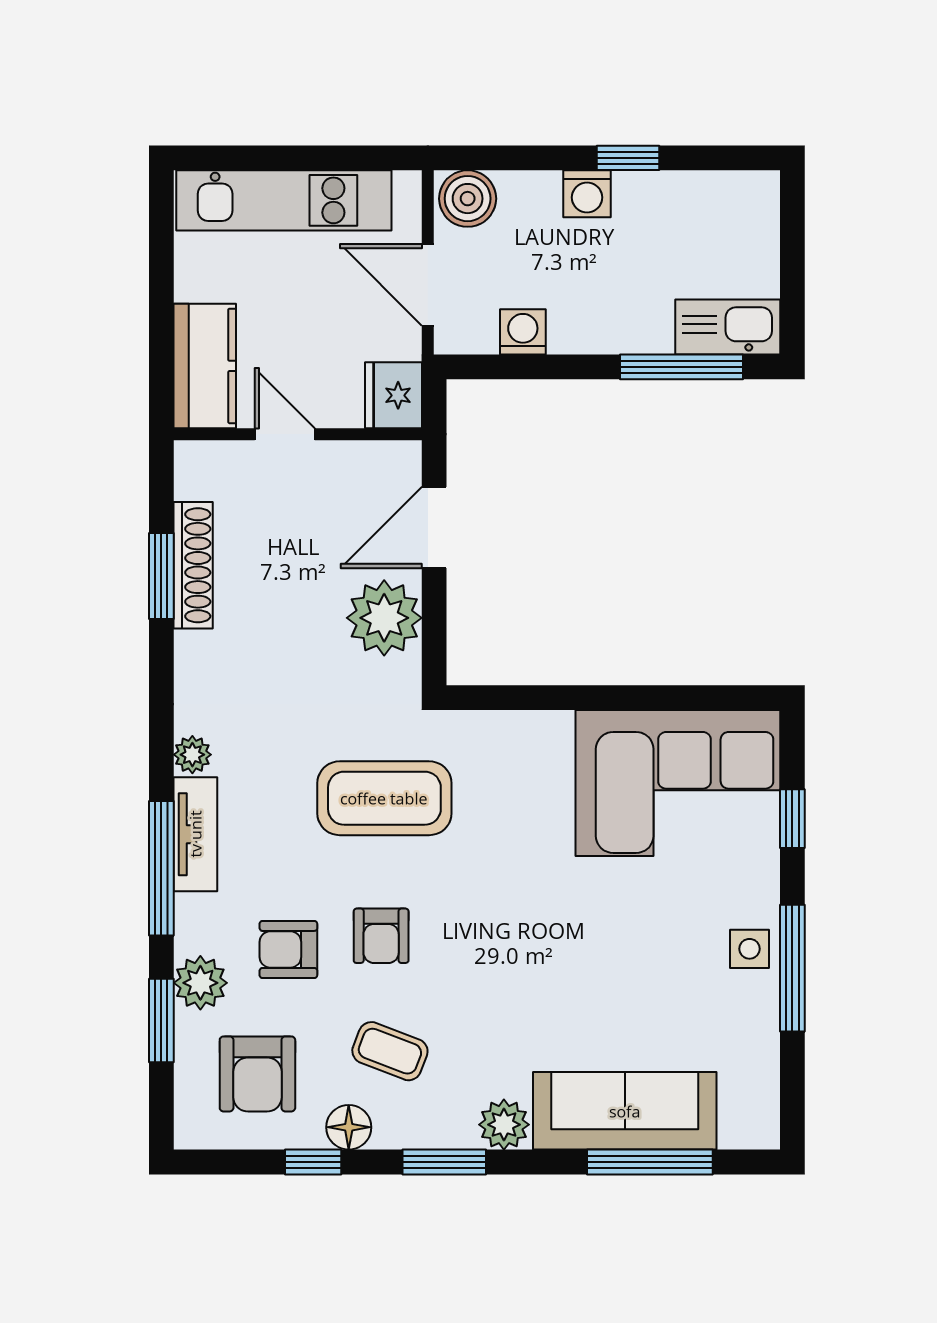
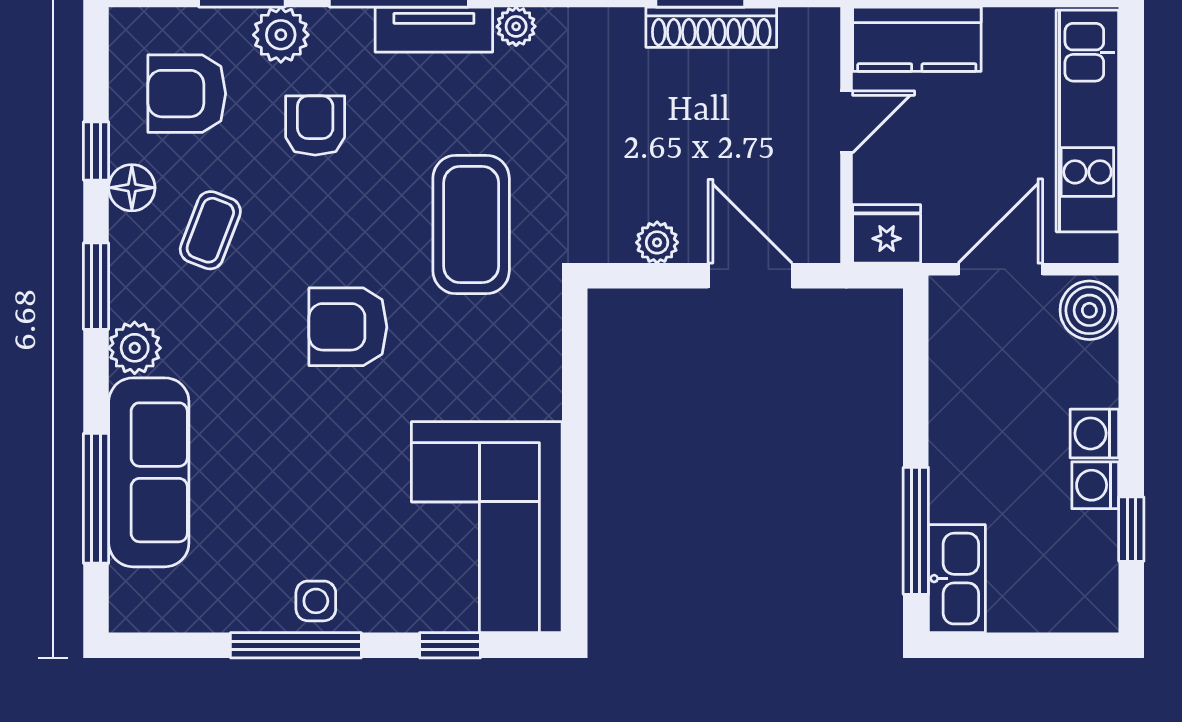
window: (628, 158) -> (1131, 529), moved
washing machine: (523, 332) -> (1095, 485), moved, turned 180
plant: (384, 618) -> (657, 242), width x0.53, depth x0.53
armchair: (381, 936) -> (348, 327), moved, width x1.38, depth x1.38

